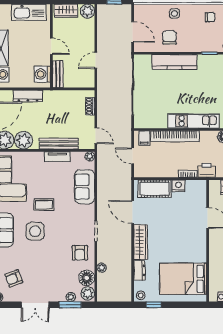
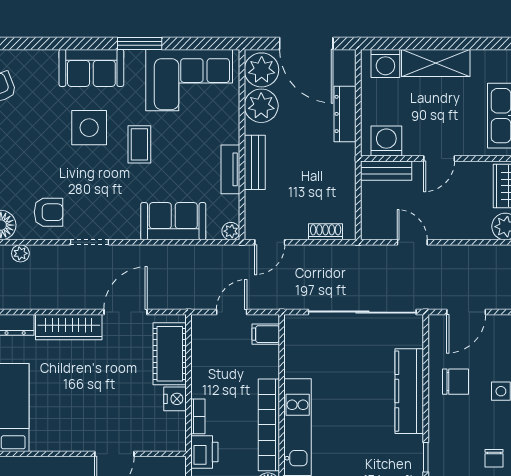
bookcase: (175, 136) -> (269, 425), moved
bench: (59, 144) -> (255, 162), width x0.73
armchair: (80, 253) -> (48, 212), turned 180

